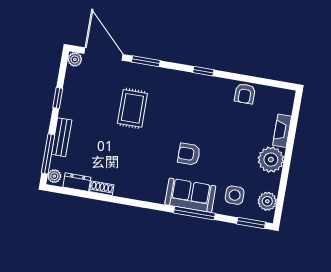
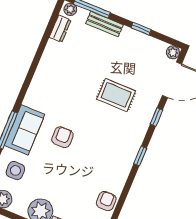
window: (146, 61) -> (156, 117), width x0.67
window: (203, 71) -> (140, 156), moved
armchair: (245, 94) -> (106, 201), turned 90
shoe rack: (102, 188) -> (49, 50), removed

